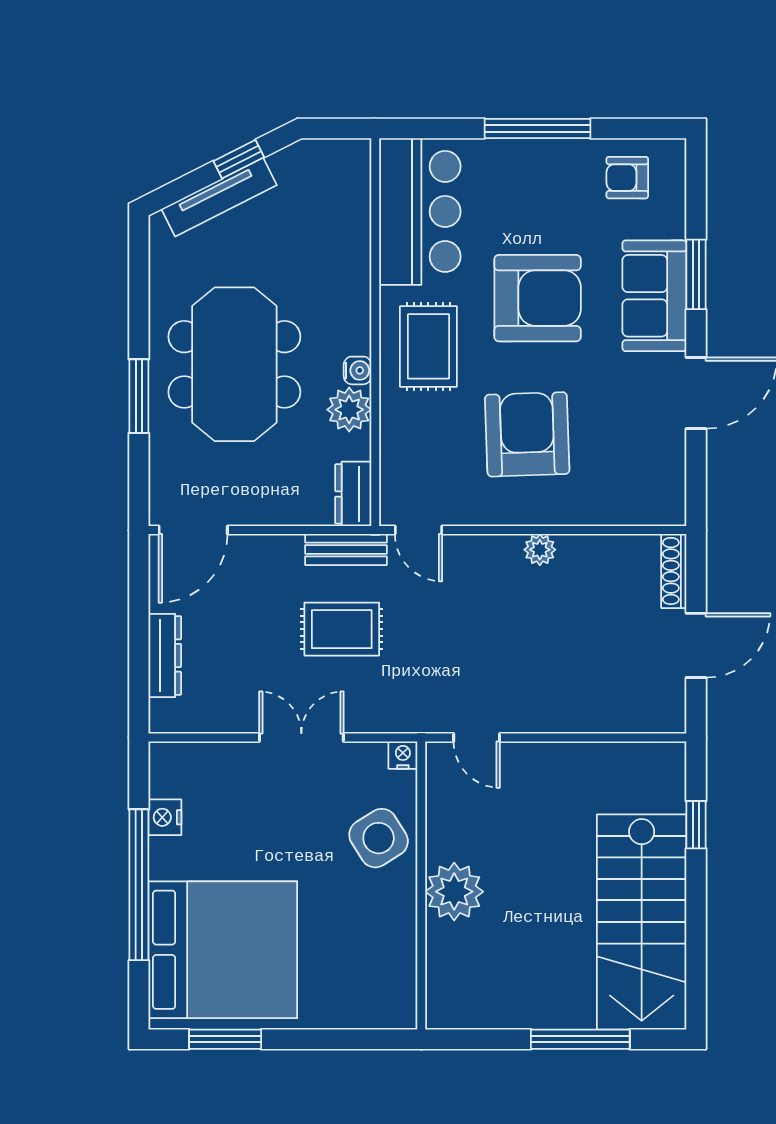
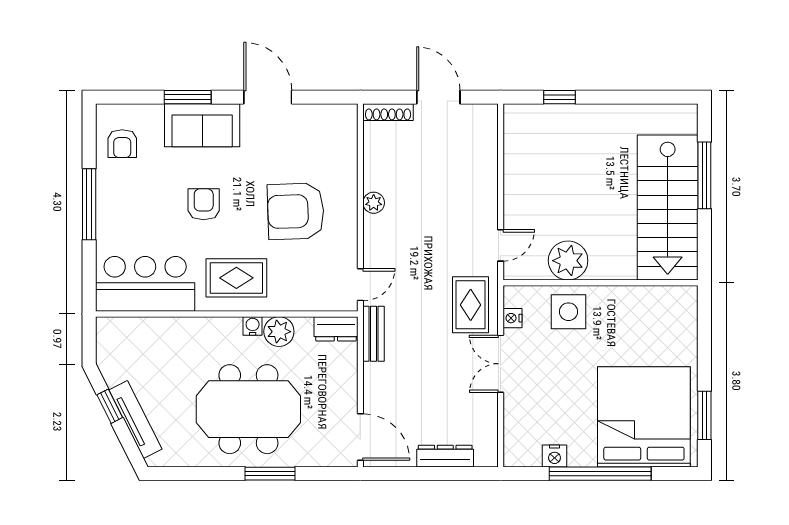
armchair: (538, 298) -> (204, 204), width x0.53, depth x0.53
rug: (342, 629) -> (471, 305), moved
nightstand: (403, 755) -> (512, 318), moved
side table: (379, 838) -> (569, 312), turned 32
plant: (454, 892) -> (568, 261), moved
stairs: (642, 922) -> (668, 208), moved, turned 90

